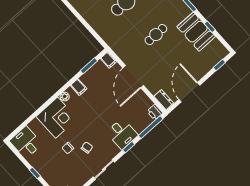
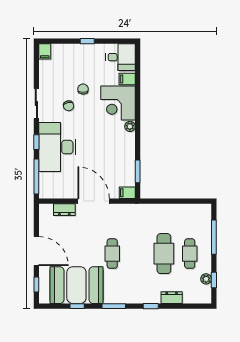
booth: (196, 32) -> (76, 285), width x1.36, depth x1.42
filing cabinet: (79, 87) -> (127, 79), moved
door: (189, 92) -> (36, 251), moved
dresser: (164, 100) -> (64, 210), moved
printer: (155, 112) -> (46, 192), removed
desk: (122, 134) -> (57, 147), width x1.87, depth x1.30

